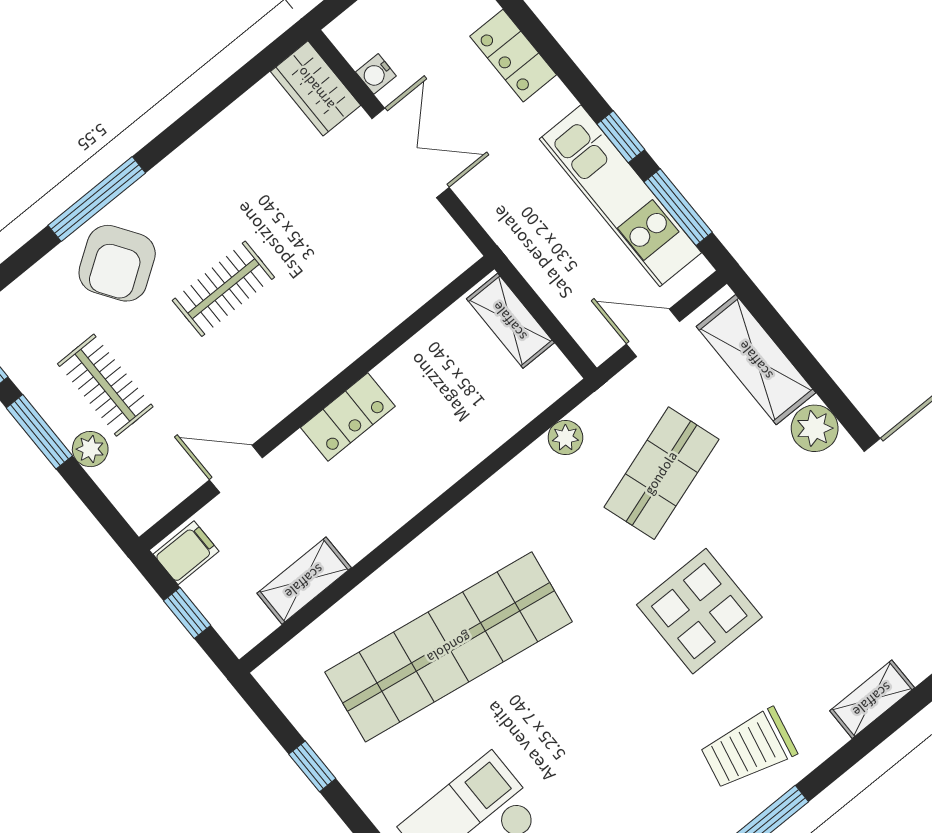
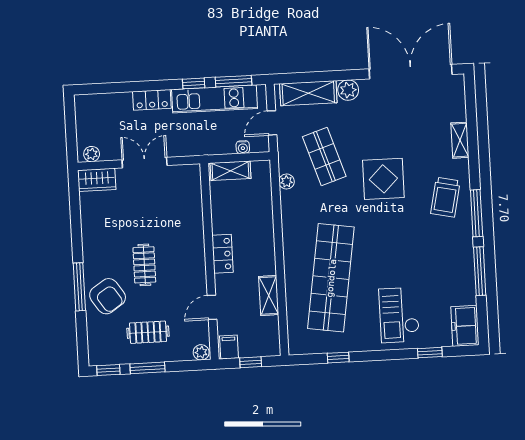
plant: (356, 45) -> (92, 154), added
locker: (513, 56) -> (152, 100), moved
water cooler: (376, 74) -> (243, 147), moved
plant: (90, 449) -> (201, 352), moved
shelving: (304, 581) -> (269, 296), moved

